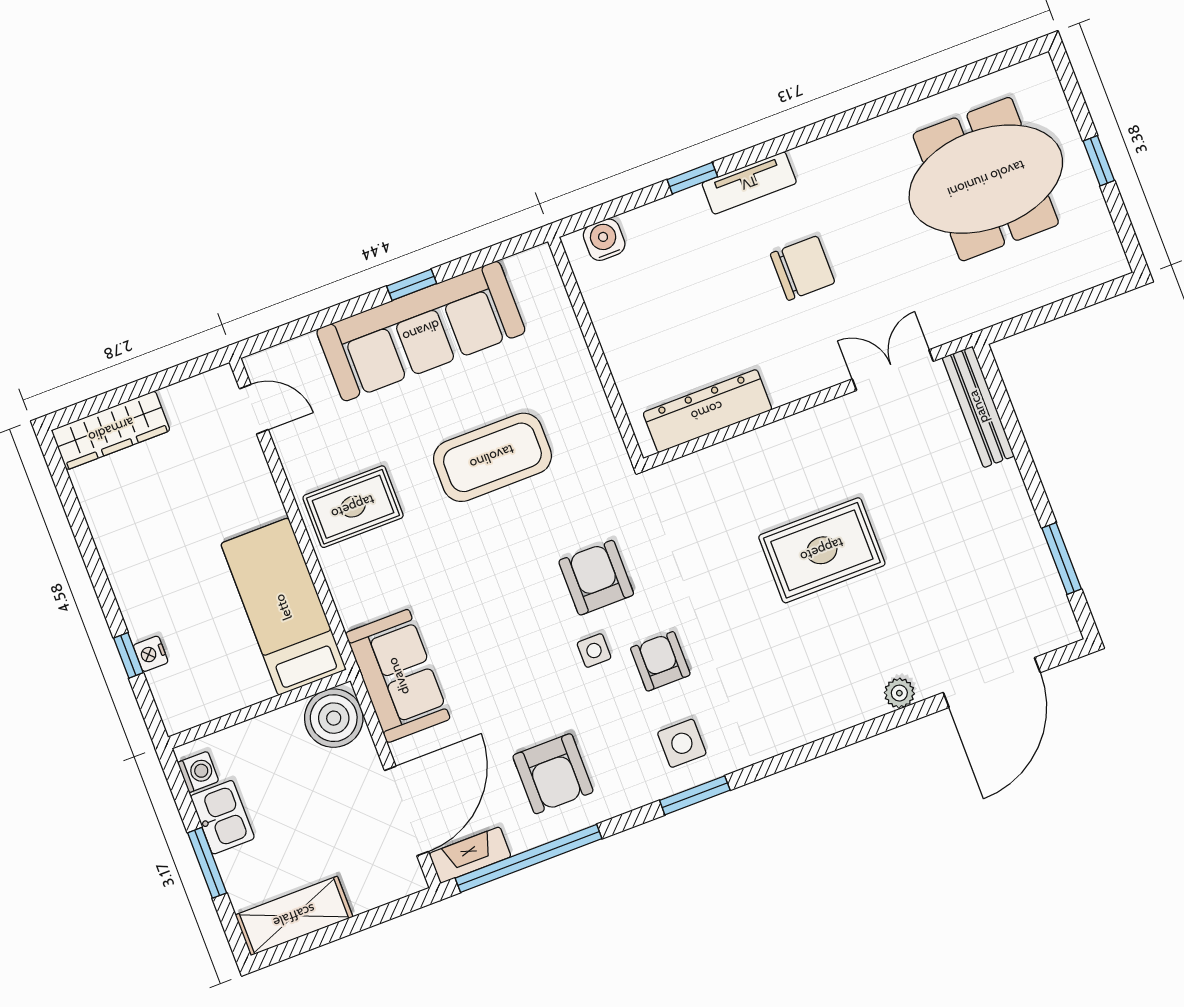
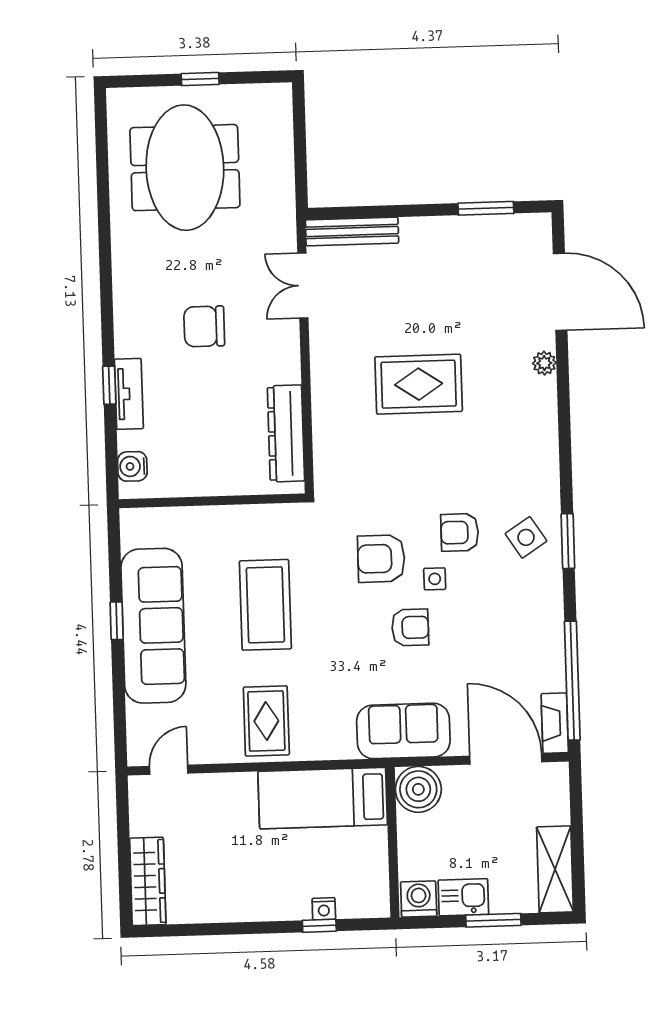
tv unit: (749, 183) -> (129, 394), moved
chair: (803, 268) -> (204, 326), turned -90
rug: (822, 550) -> (419, 384), turned 90
side table: (682, 743) -> (526, 537), turned -33
washing machine: (198, 772) -> (419, 899), width x1.38, depth x1.38
armchair: (553, 774) -> (410, 627), moved, width x0.72, depth x0.72

